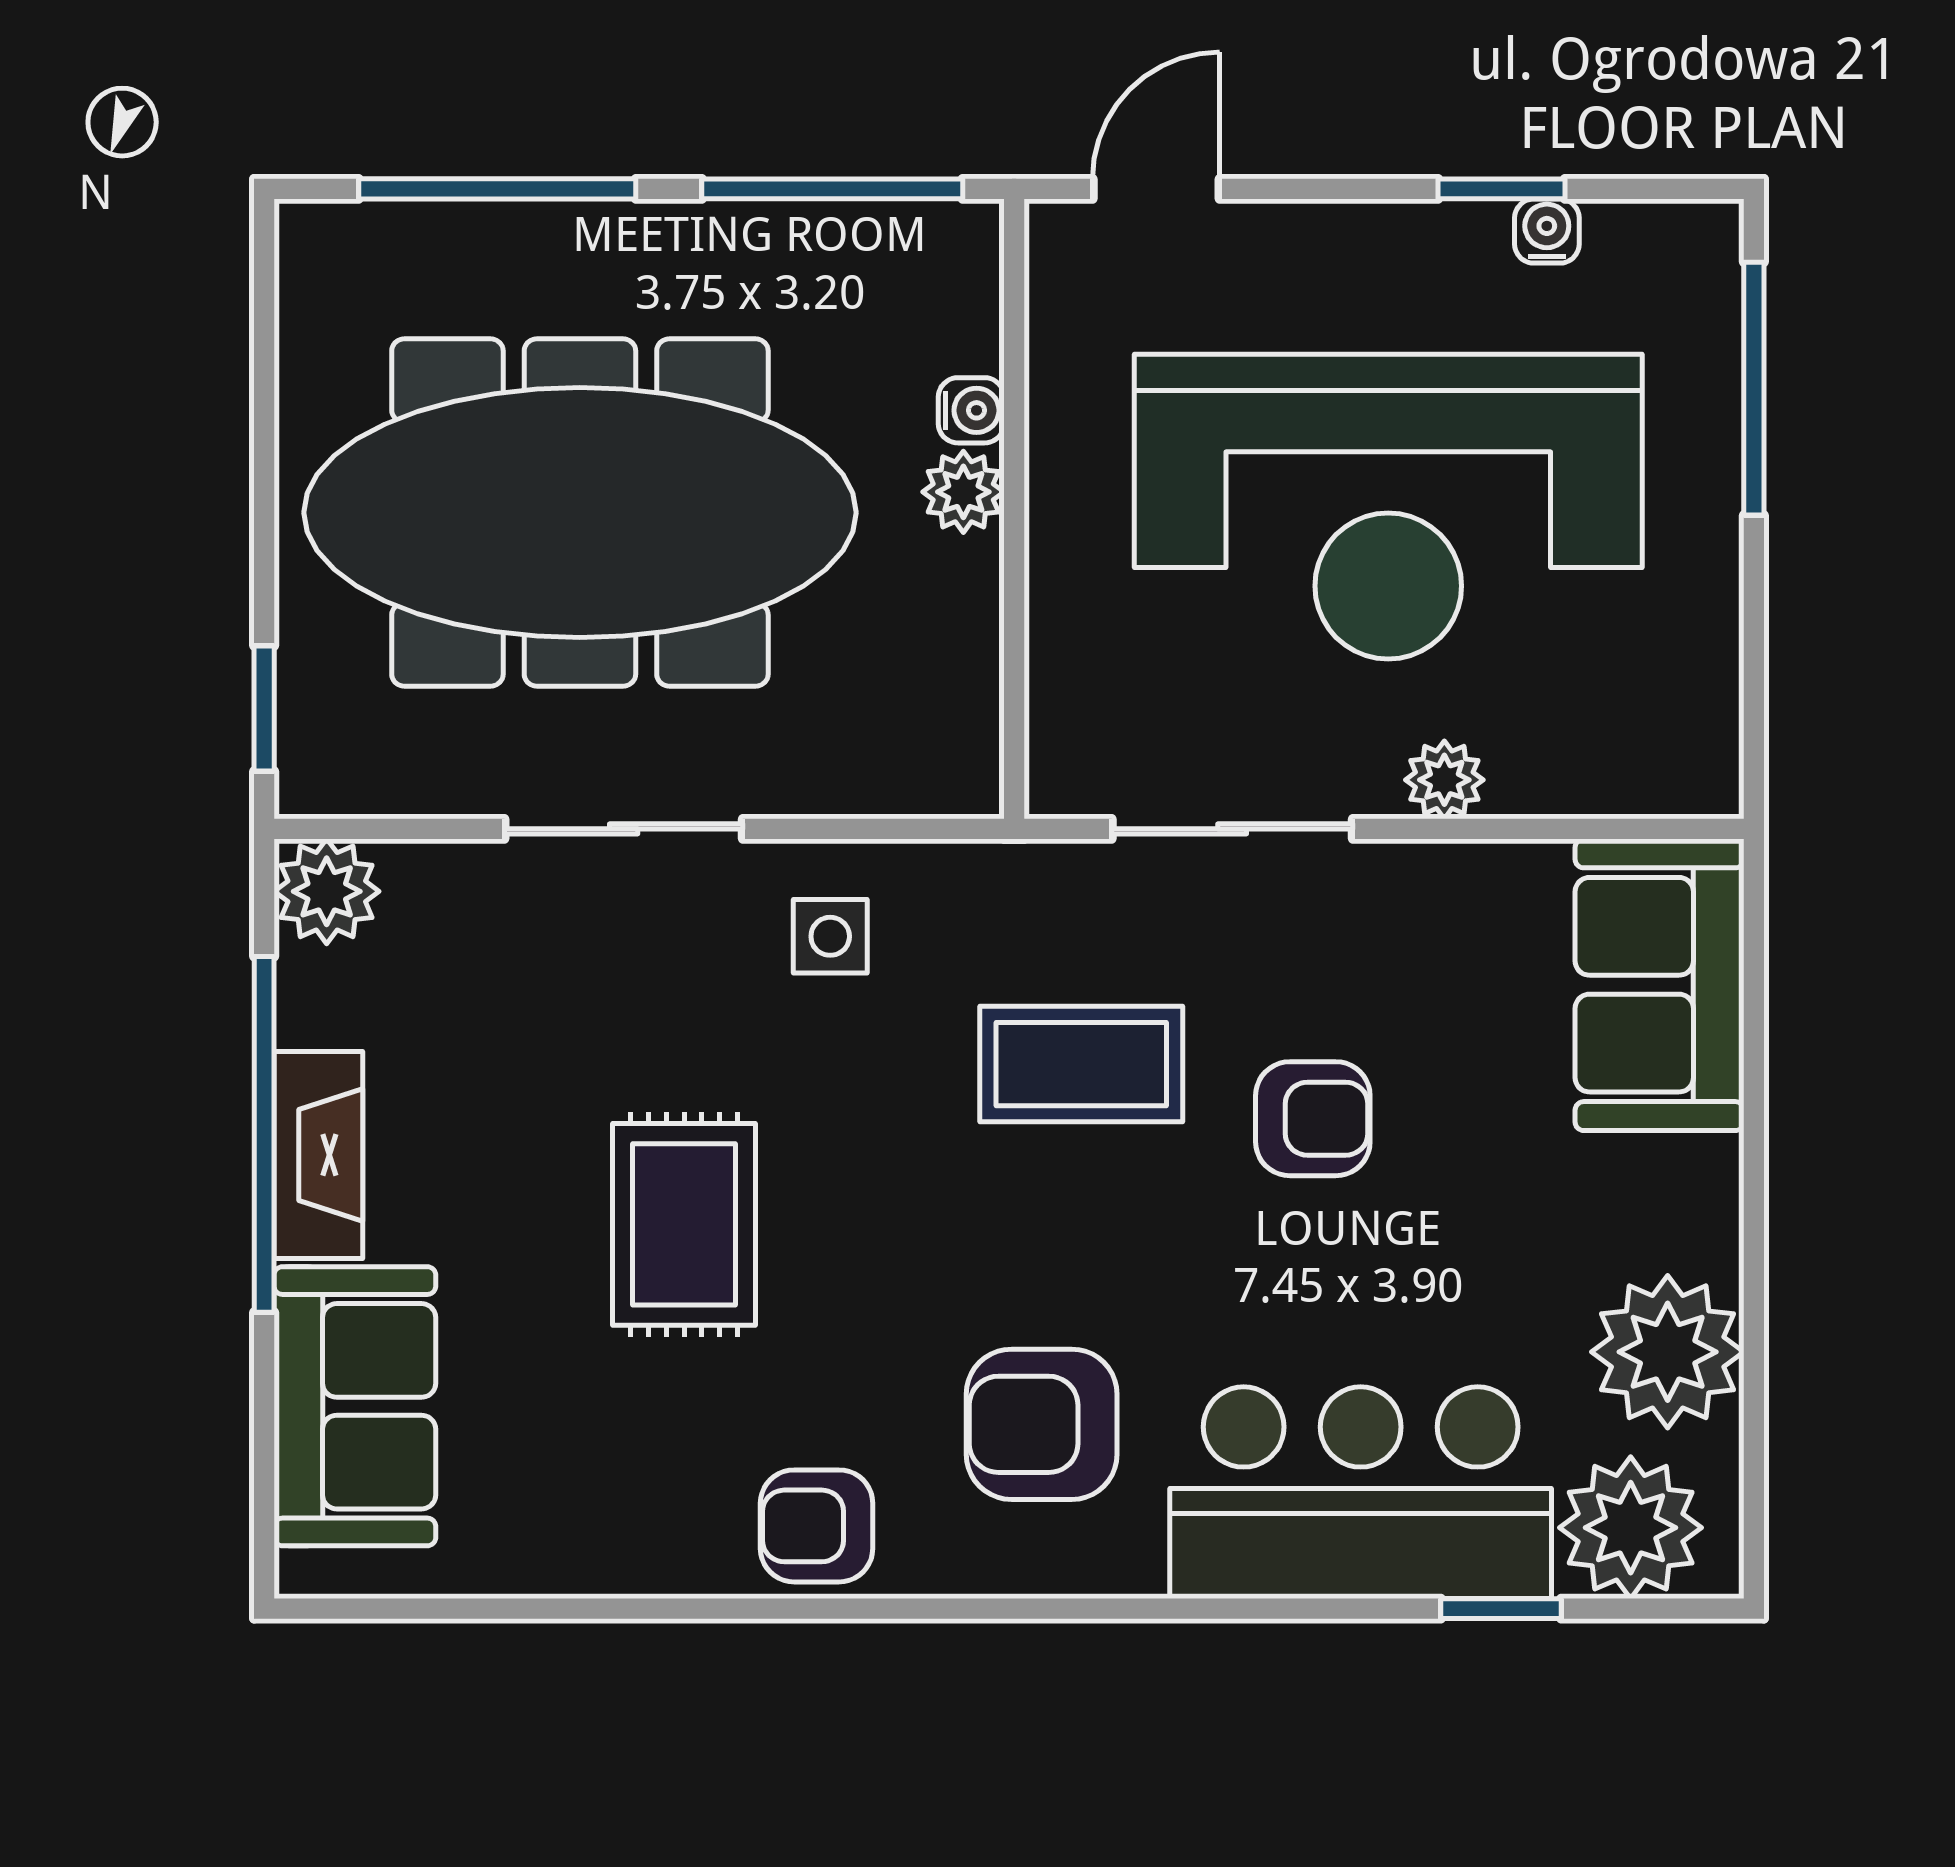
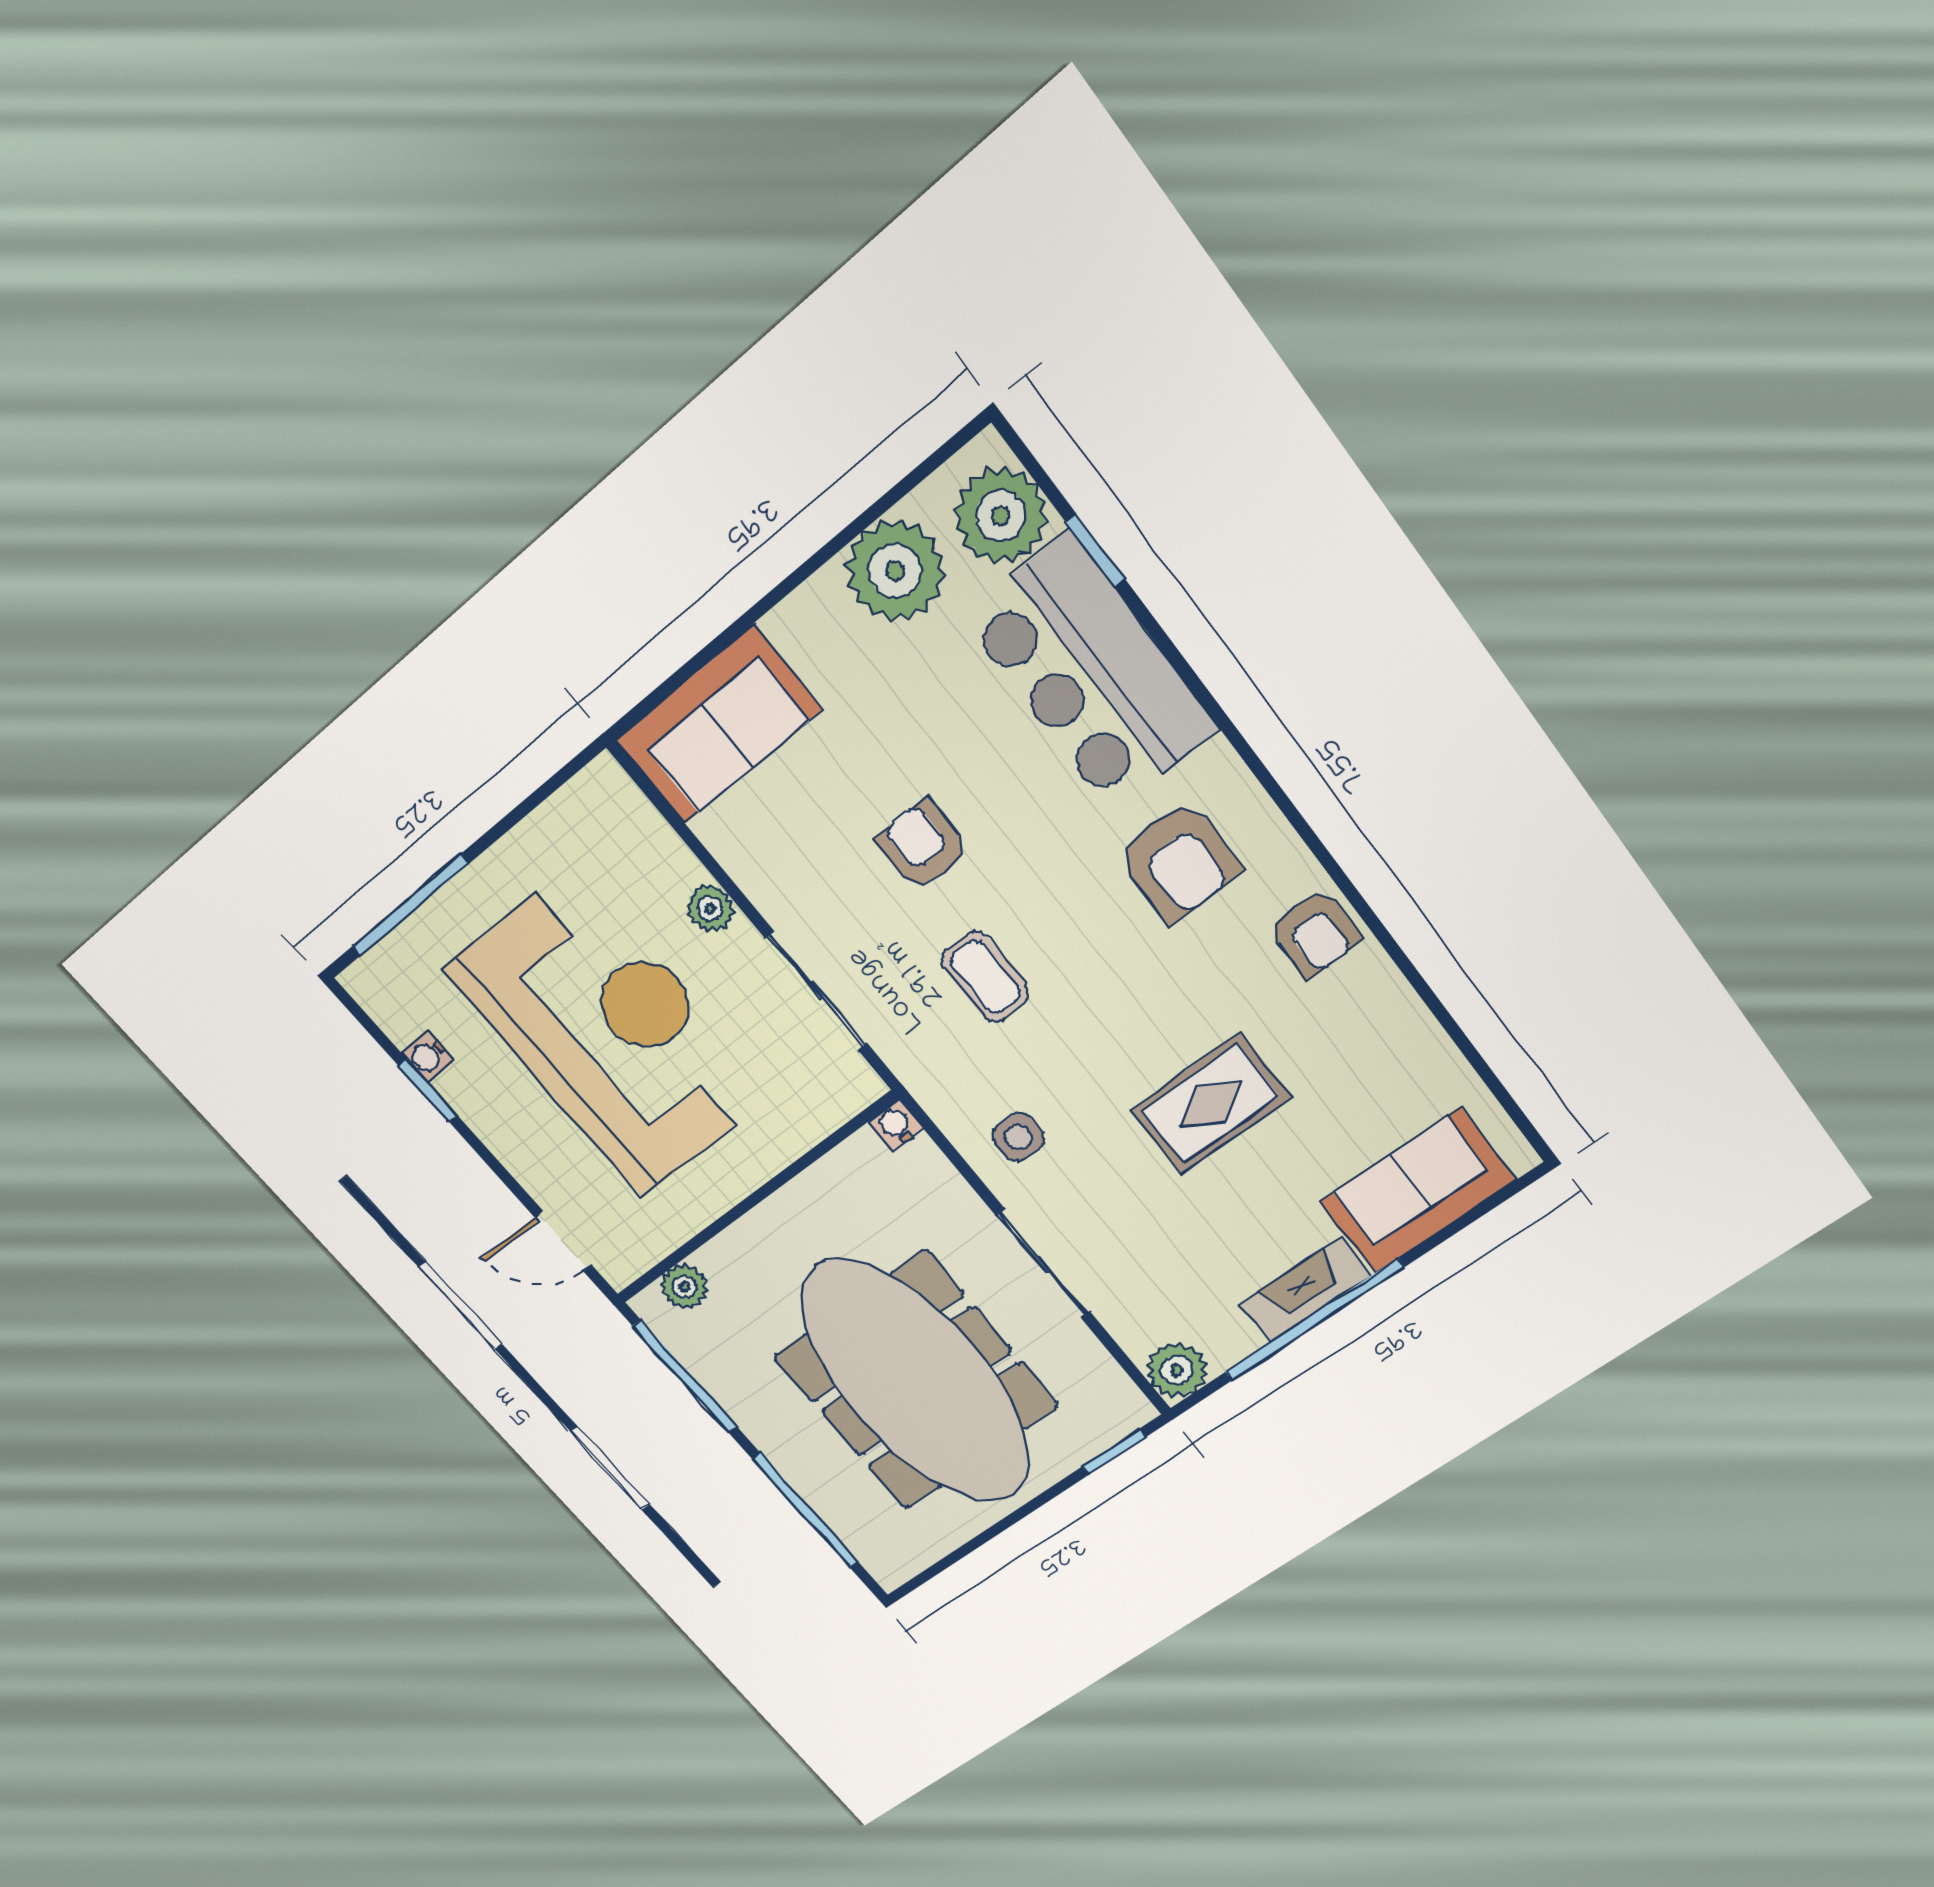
water cooler: (971, 410) -> (896, 1125), moved
plant: (963, 492) -> (684, 1287), moved
coffee table: (1081, 1064) -> (985, 977), width x0.73, depth x0.77

